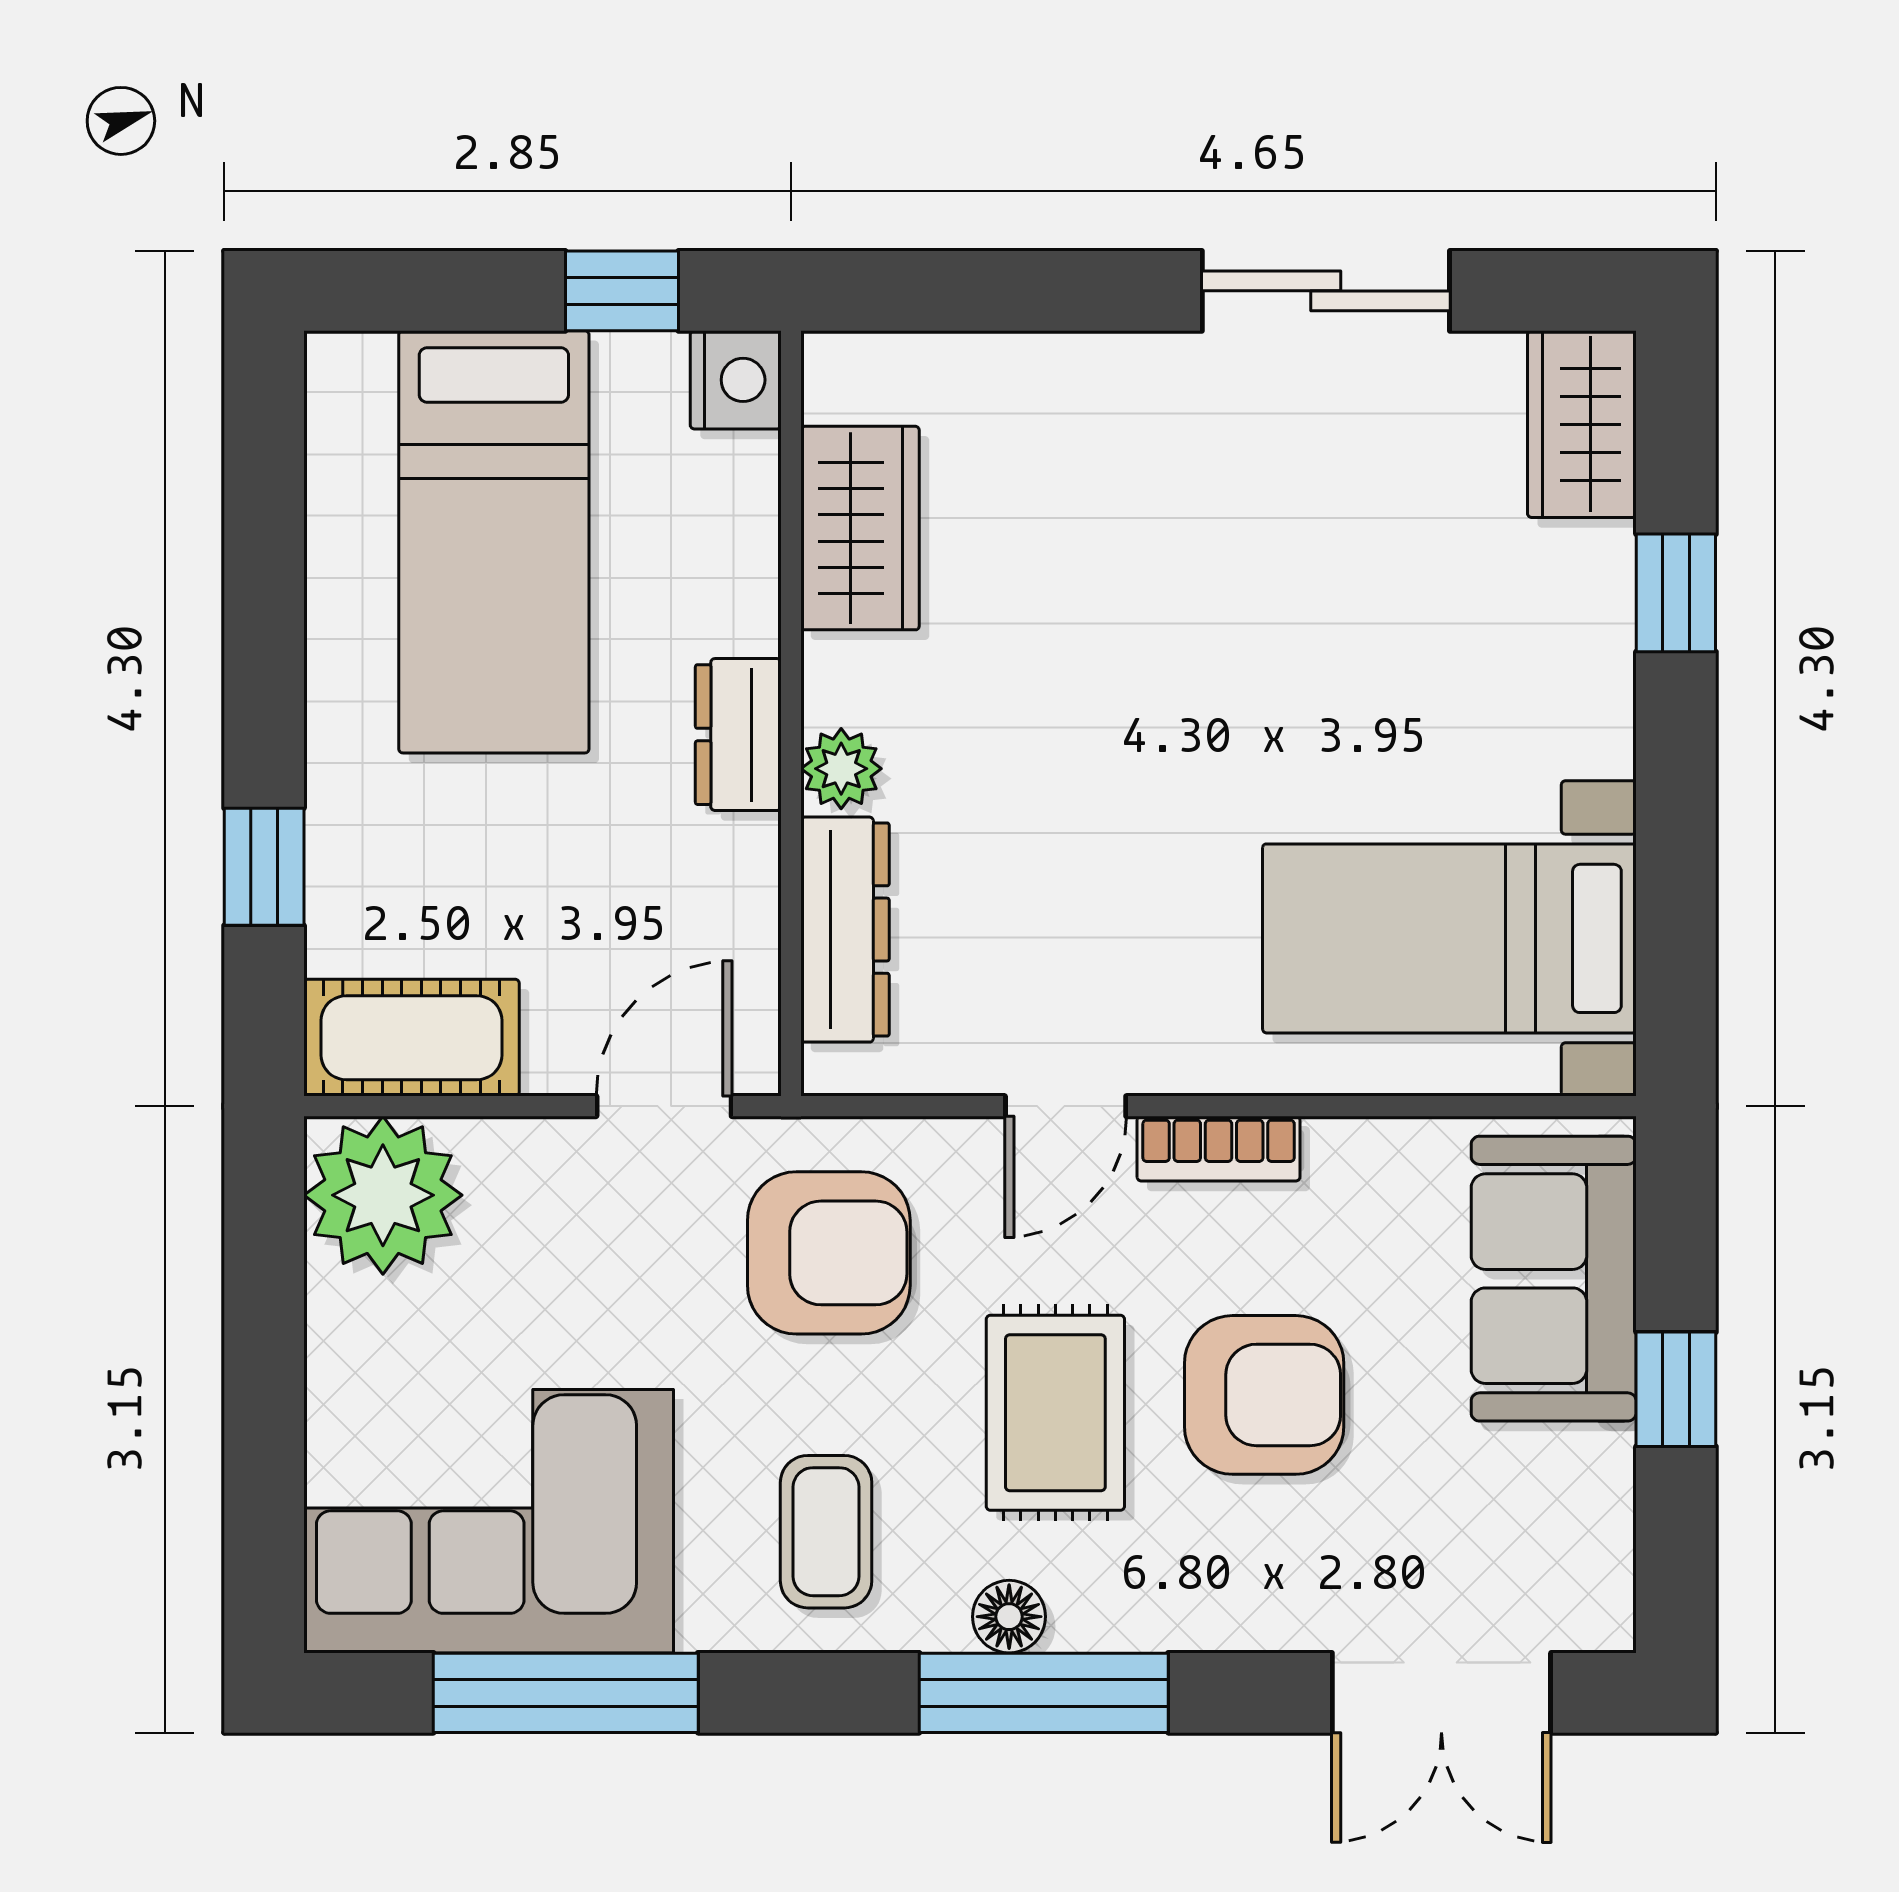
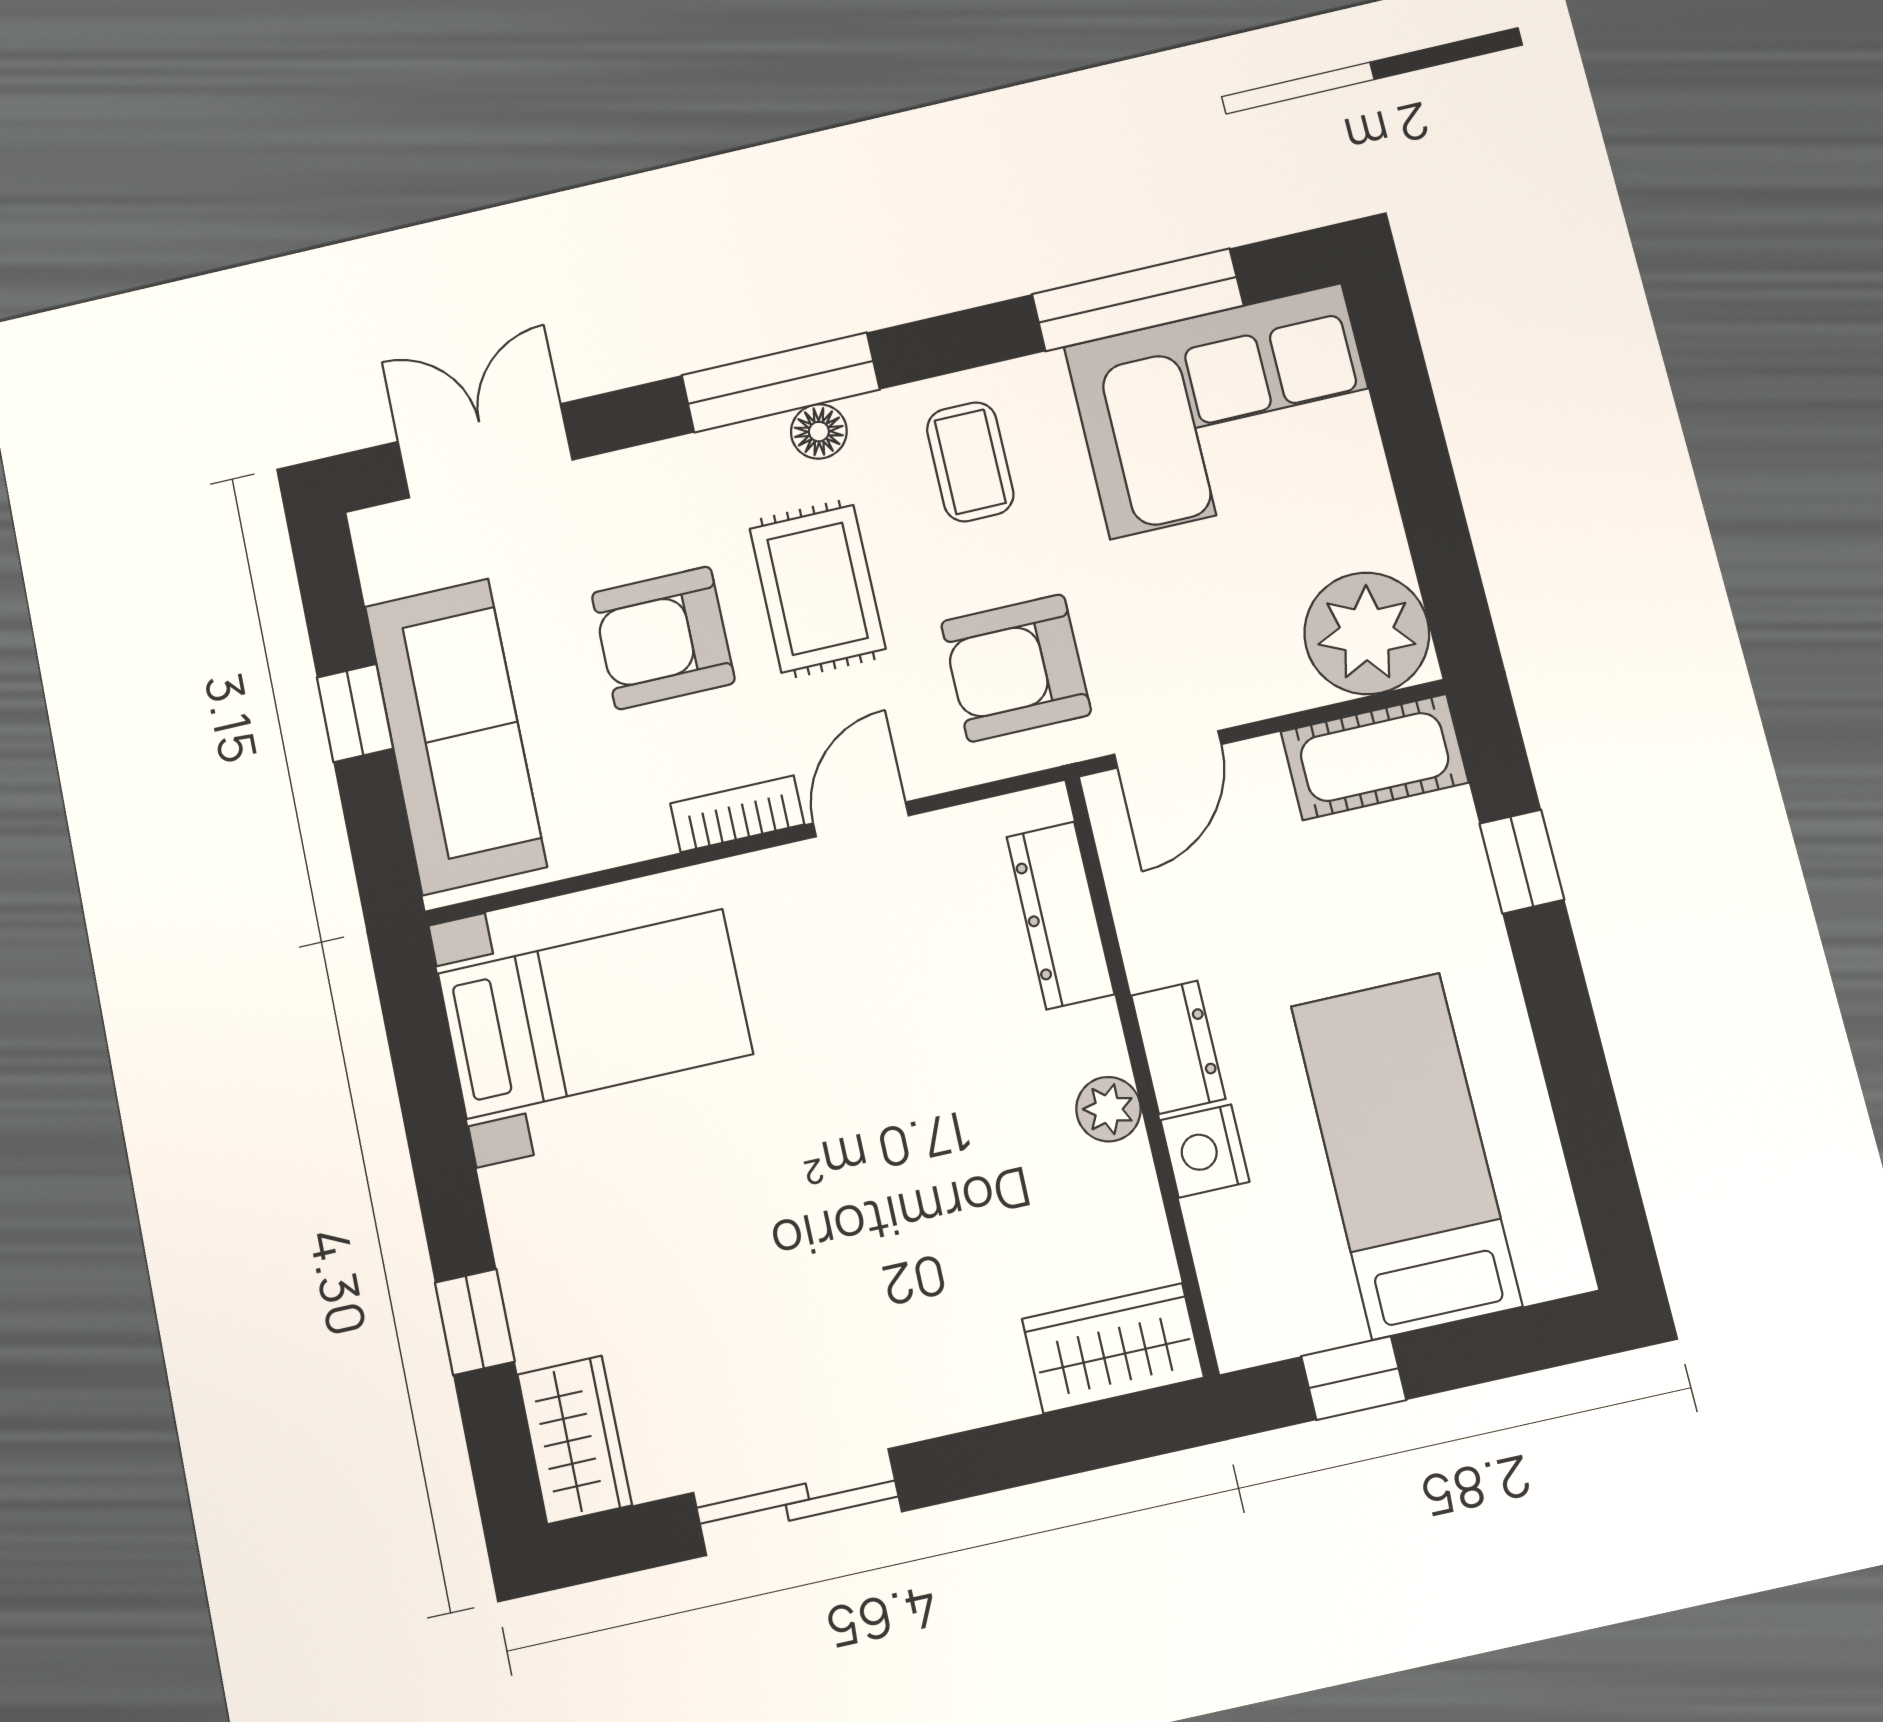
nightstand: (736, 380) -> (1205, 1151), moved
wardrobe: (860, 528) -> (1113, 1348), moved, turned 90
plant: (841, 769) -> (1108, 1109), moved
sofa: (1554, 1279) -> (455, 736), width x1.36

